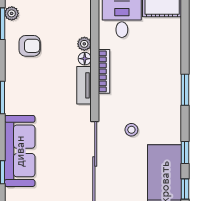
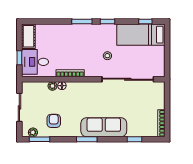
tv unit: (84, 85) -> (79, 86), removed
sofa: (20, 151) -> (104, 127), moved
window: (185, 152) -> (107, 21), moved

